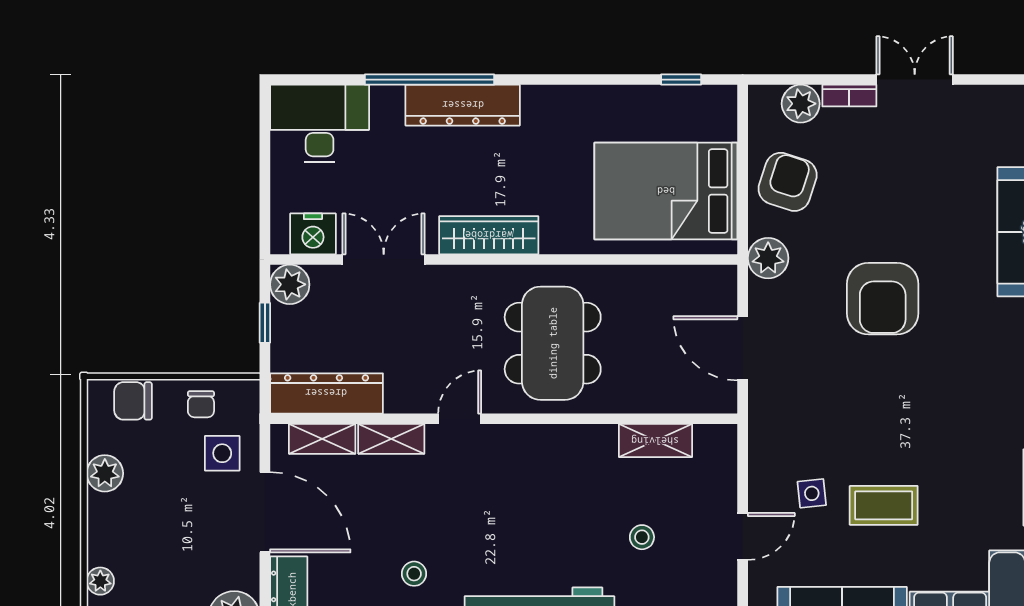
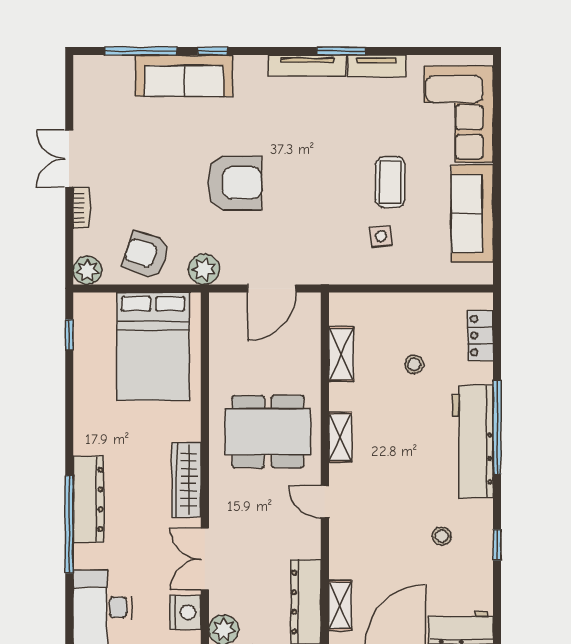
plant: (801, 104) -> (87, 270), moved
shelving: (391, 439) -> (340, 437), moved
door: (743, 536) -> (414, 288), removed

